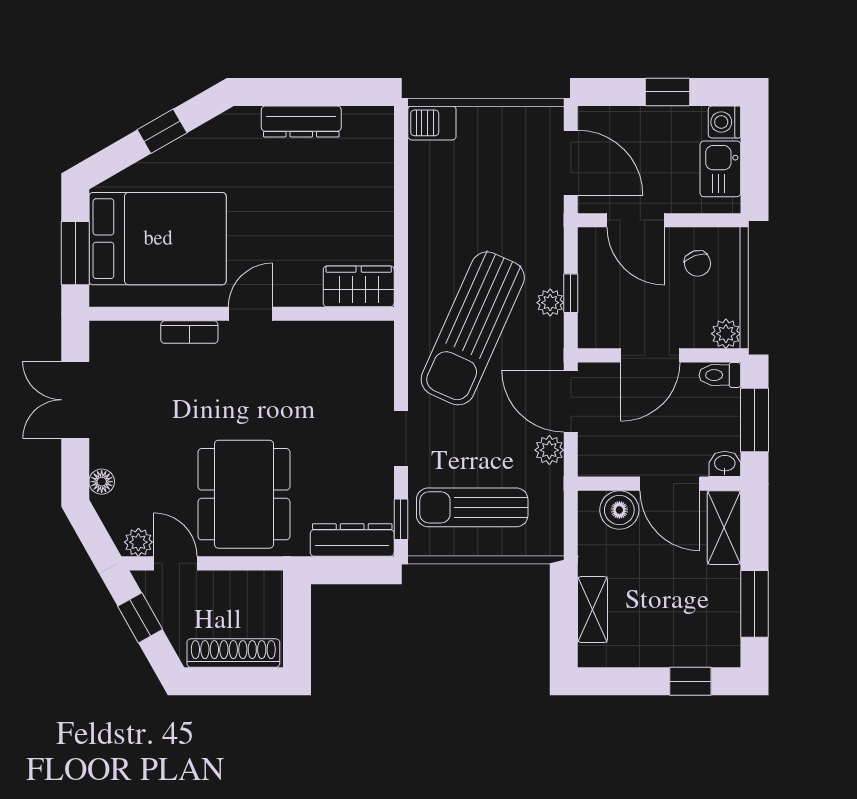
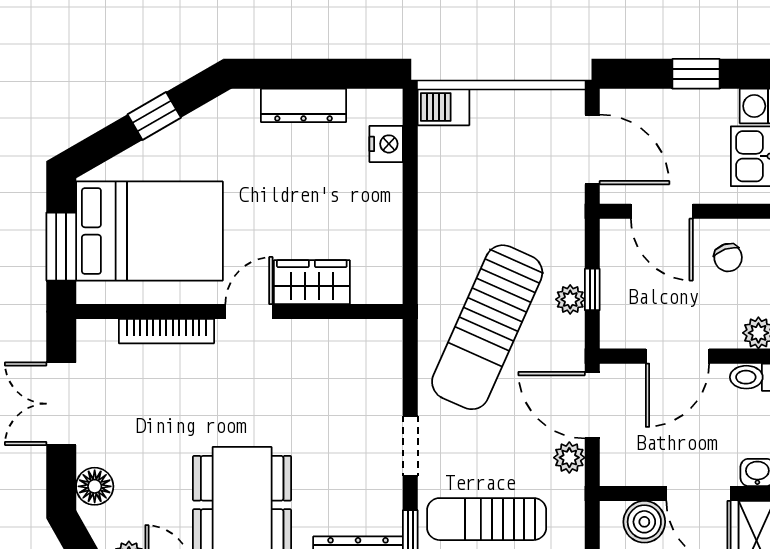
nightstand: (378, 157) -> (386, 144), added
wardrobe: (359, 286) -> (312, 282), moved
bookcase: (189, 332) -> (166, 331), width x1.56
floor lamp: (102, 482) -> (95, 486), width x1.37, depth x1.37

